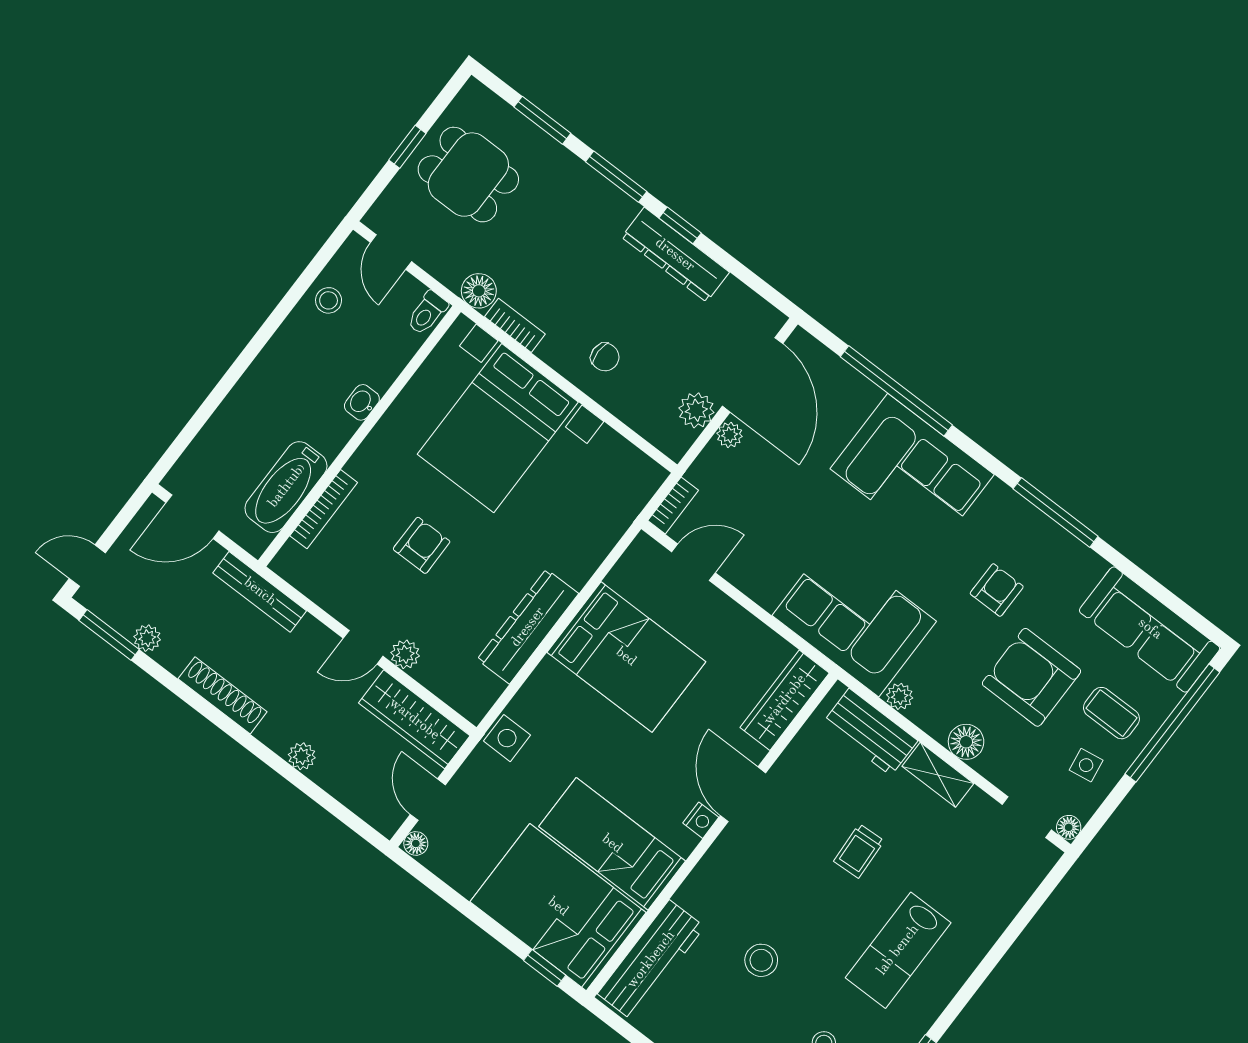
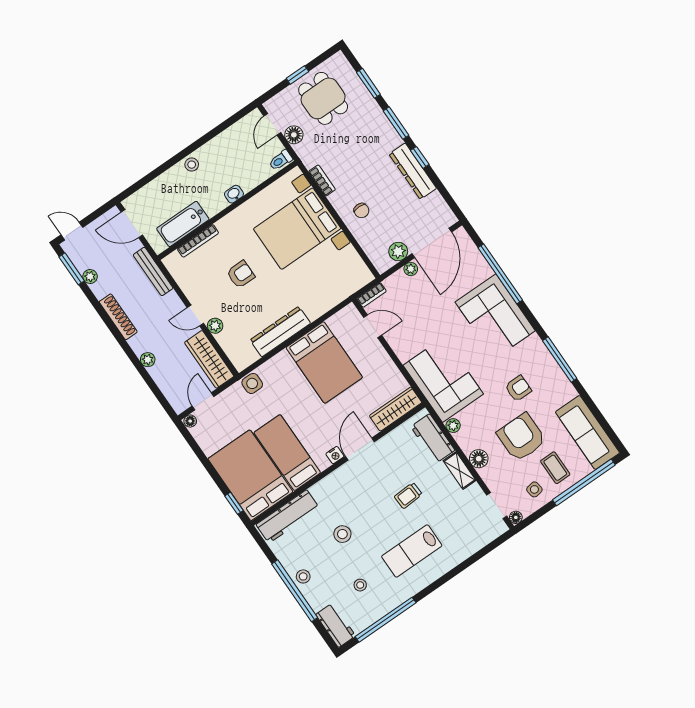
floor lamp: (479, 291) -> (294, 135), moved
stool: (329, 300) -> (192, 165), moved

